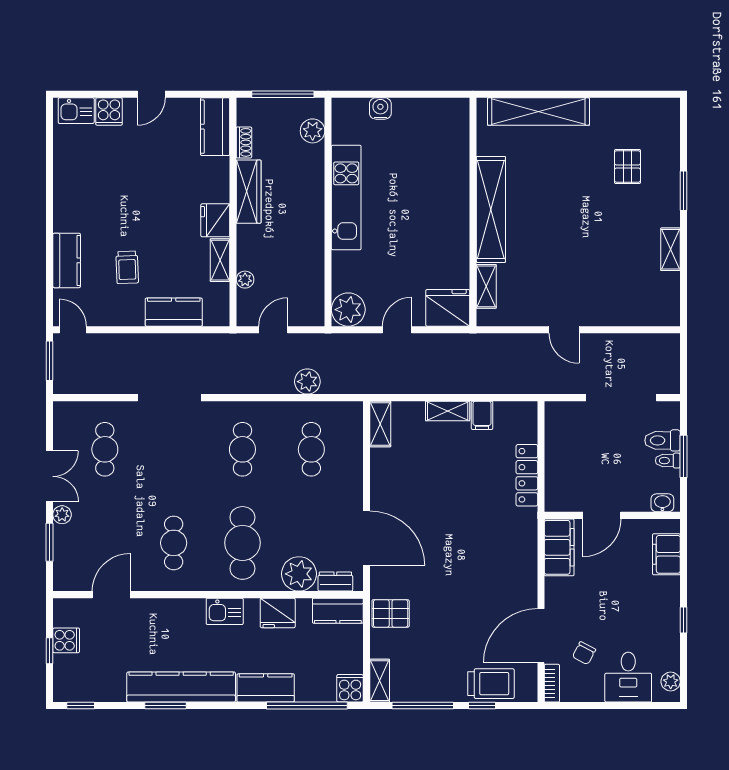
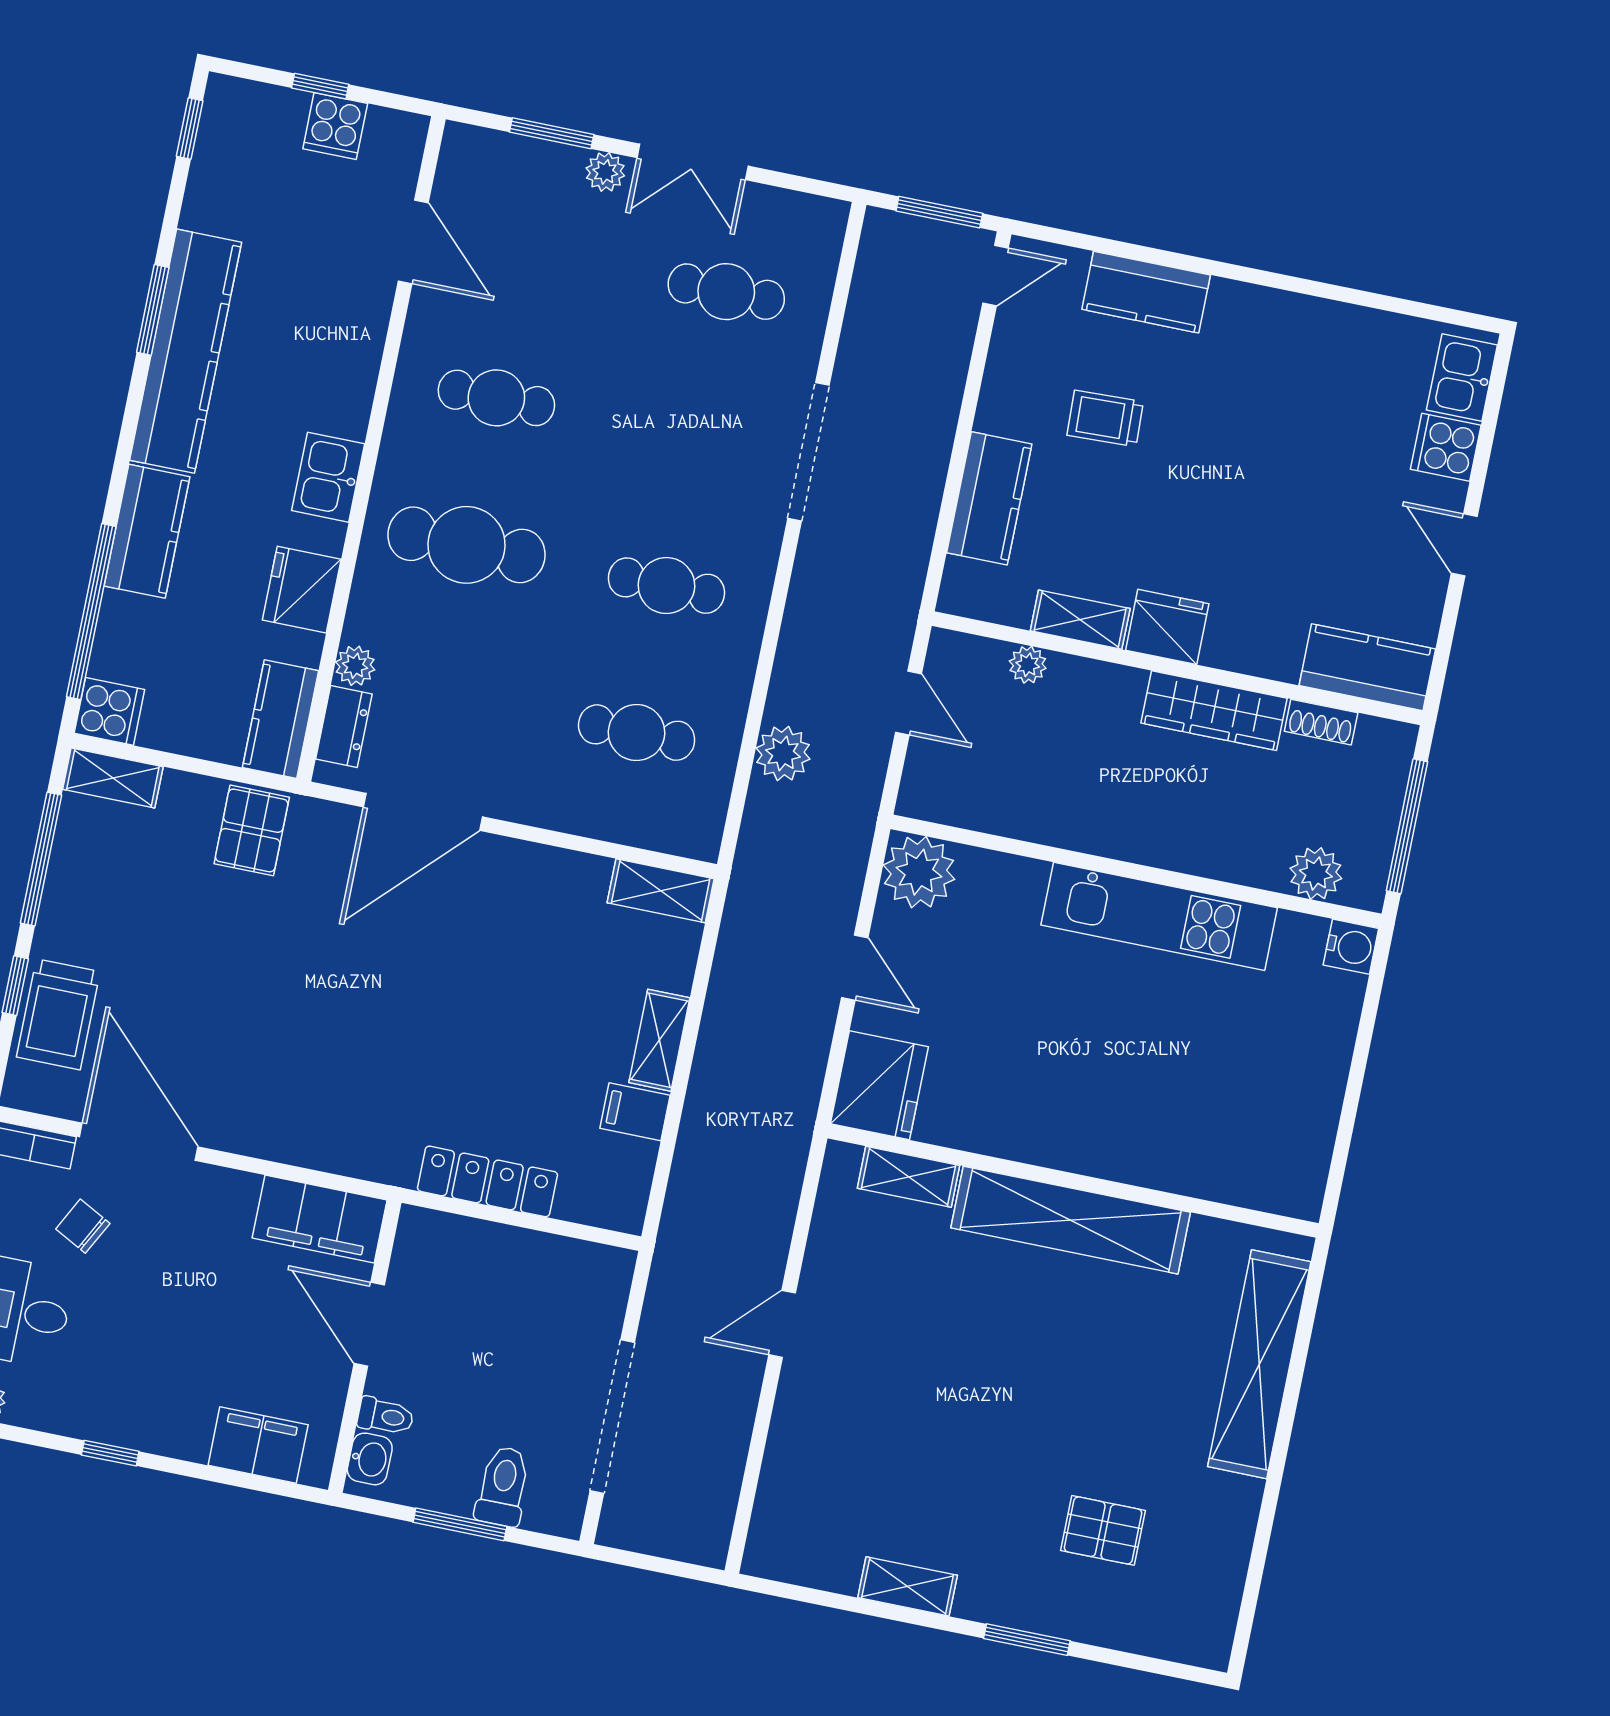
water cooler: (380, 108) -> (1351, 947), moved
toilet: (668, 461) -> (386, 1416), moved, turned 90
plant: (299, 574) -> (355, 666), width x0.53, depth x0.53

